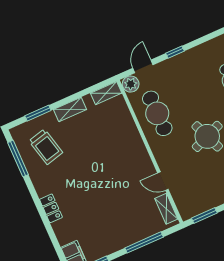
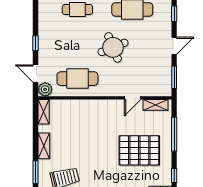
pallet: (110, 213) -> (139, 150), added

